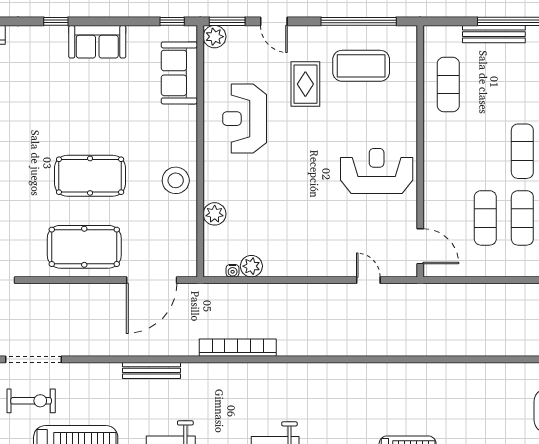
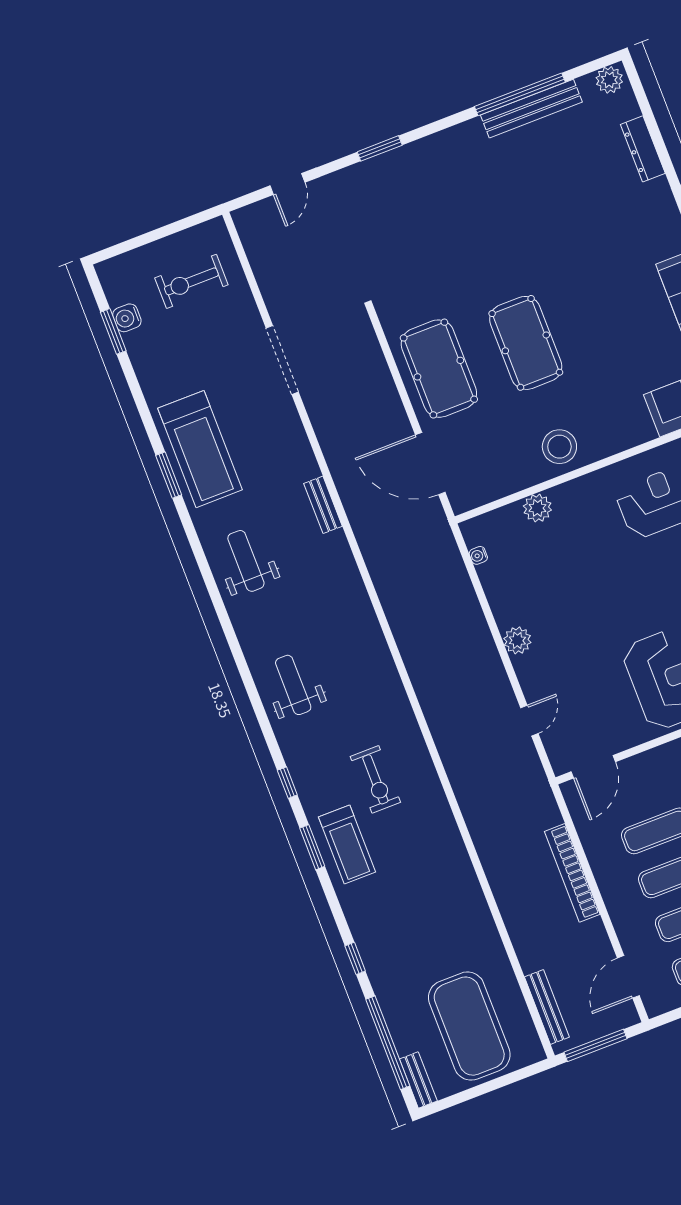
plant: (251, 266) -> (517, 640), moved
bookcase: (238, 348) -> (572, 873), moved, turned 180
bench: (151, 370) -> (323, 505), width x0.73
exercise bike: (31, 401) -> (375, 779), moved

